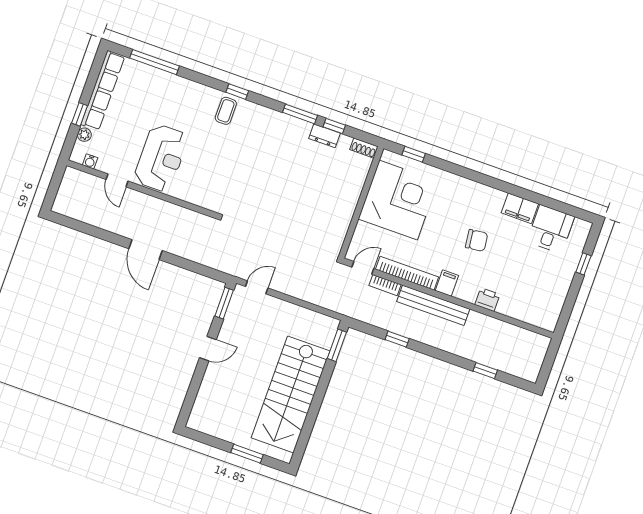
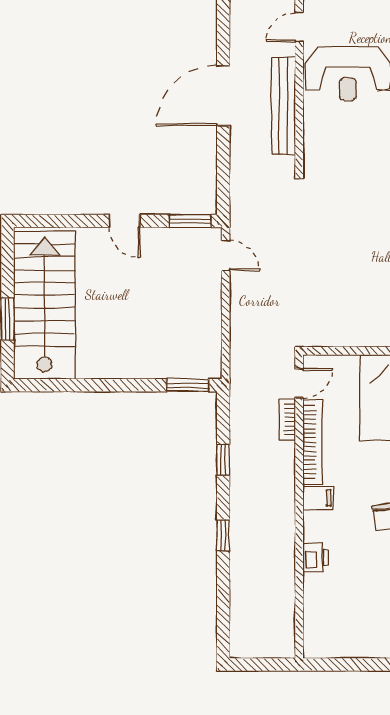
door: (145, 250) -> (223, 96), width x1.36
door: (363, 268) -> (299, 383), hinge flipped
bench: (433, 305) -> (283, 106), moved
window: (485, 371) -> (223, 535), moved
stairs: (291, 394) -> (44, 305), moved, turned 90

